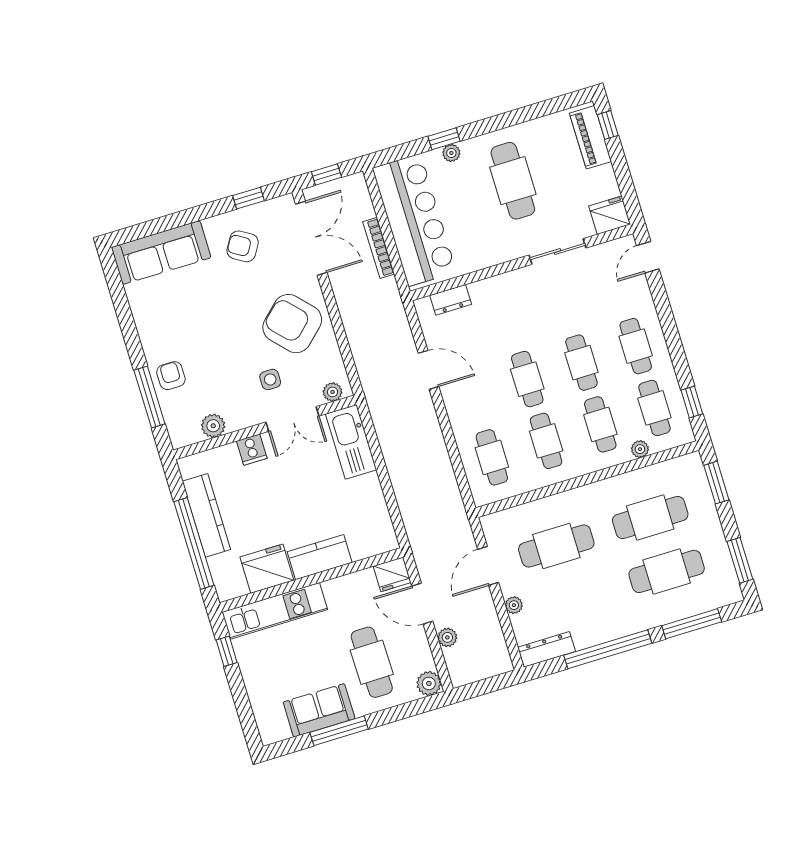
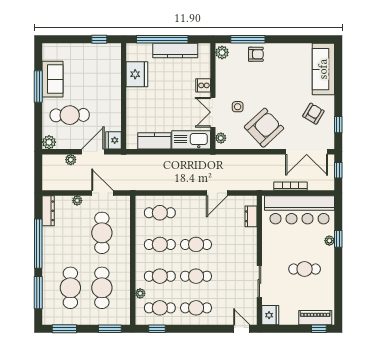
cafe table: (513, 181) -> (305, 269), width x0.73, depth x0.74
plant: (213, 426) -> (222, 52), moved
kitchen counter: (320, 557) -> (154, 141), moved, turned -90
kitchen unit: (275, 611) -> (113, 72), removed

